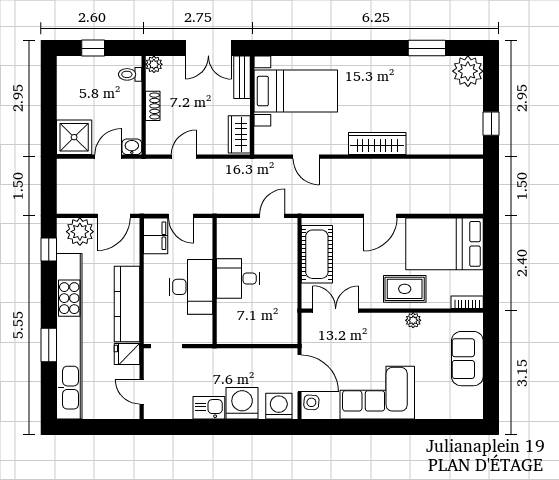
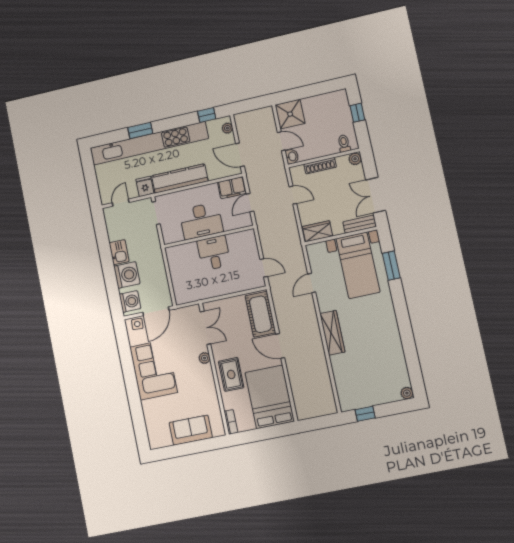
window: (427, 48) -> (391, 266), moved
plant: (468, 71) -> (407, 393), width x0.53, depth x0.53
shoe rack: (153, 106) -> (320, 166), width x1.43
plant: (80, 232) -> (227, 128), width x0.53, depth x0.53
cot: (317, 254) -> (260, 314), moved, turned 90
plant: (413, 320) -> (204, 358), moved

